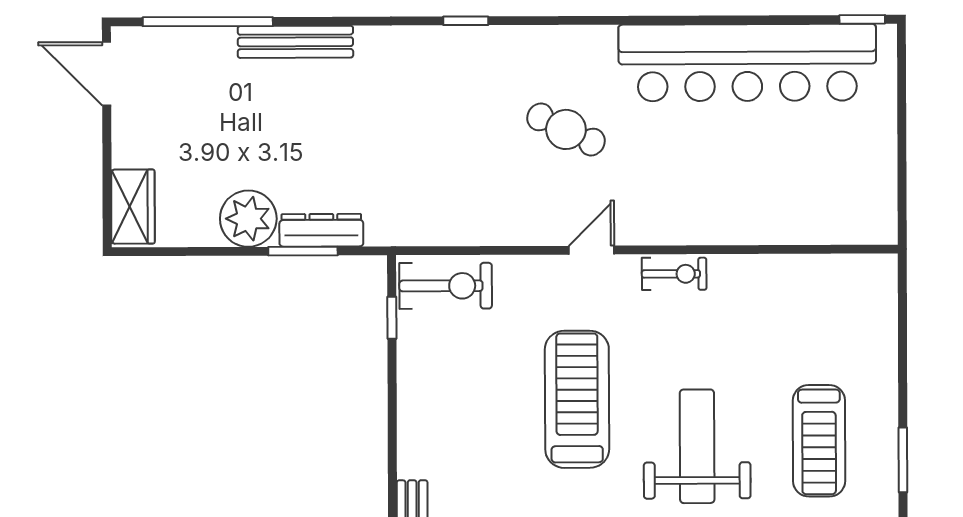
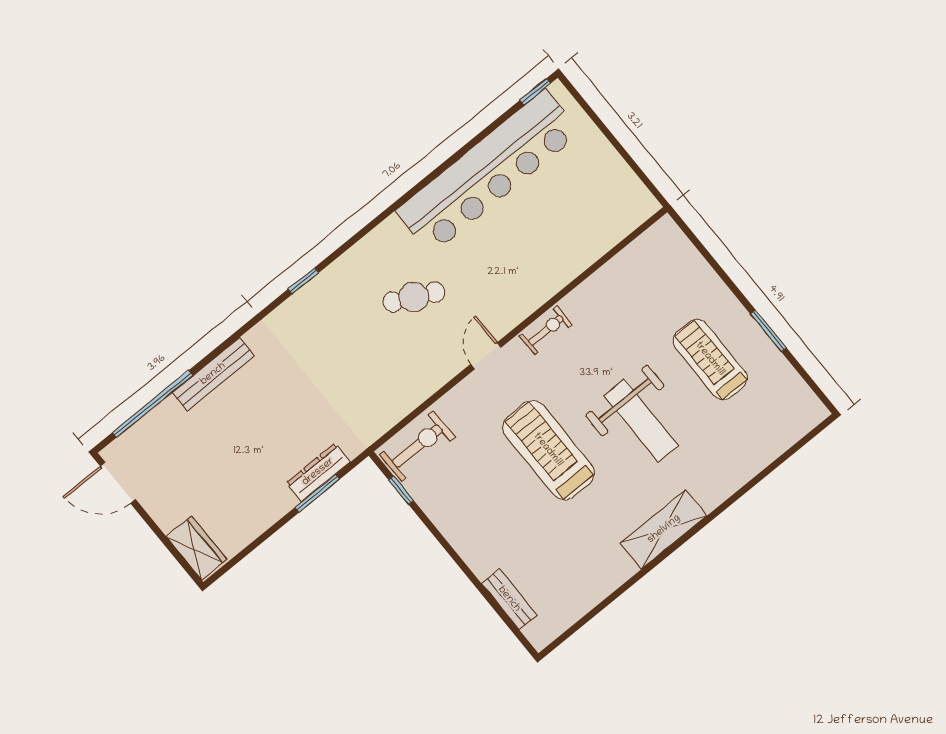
plant: (248, 219) -> (270, 500), removed
treadmill: (819, 441) -> (710, 359), turned 180
weight bench: (697, 446) -> (641, 421), turned 180

